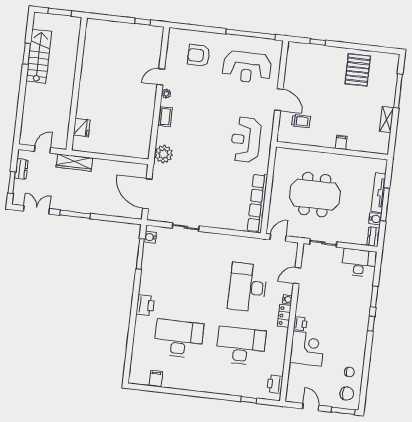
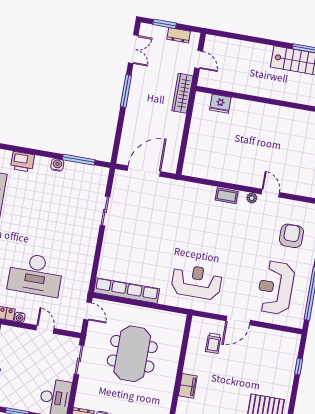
filing cabinet: (341, 142) -> (188, 386), width x2.00
plant: (164, 154) -> (186, 191), removed
water cooler: (150, 237) -> (57, 165), moved
desk: (248, 287) -> (35, 275), turned 180

